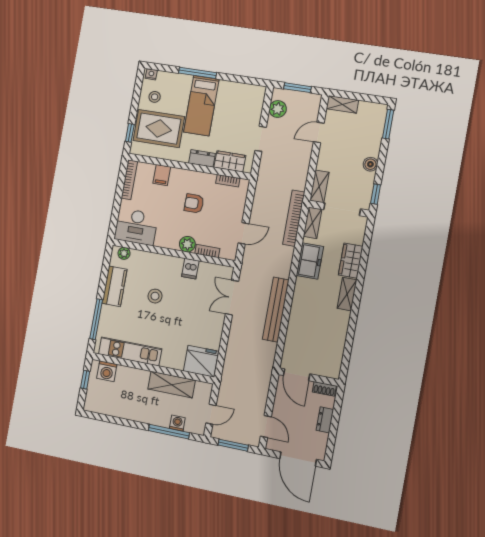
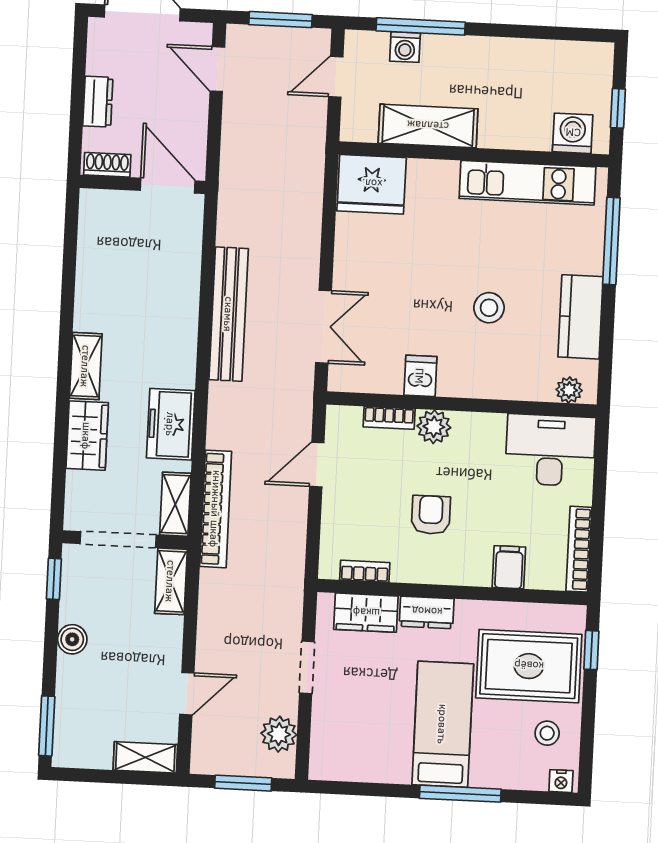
armchair: (194, 203) -> (431, 515), turned -90

